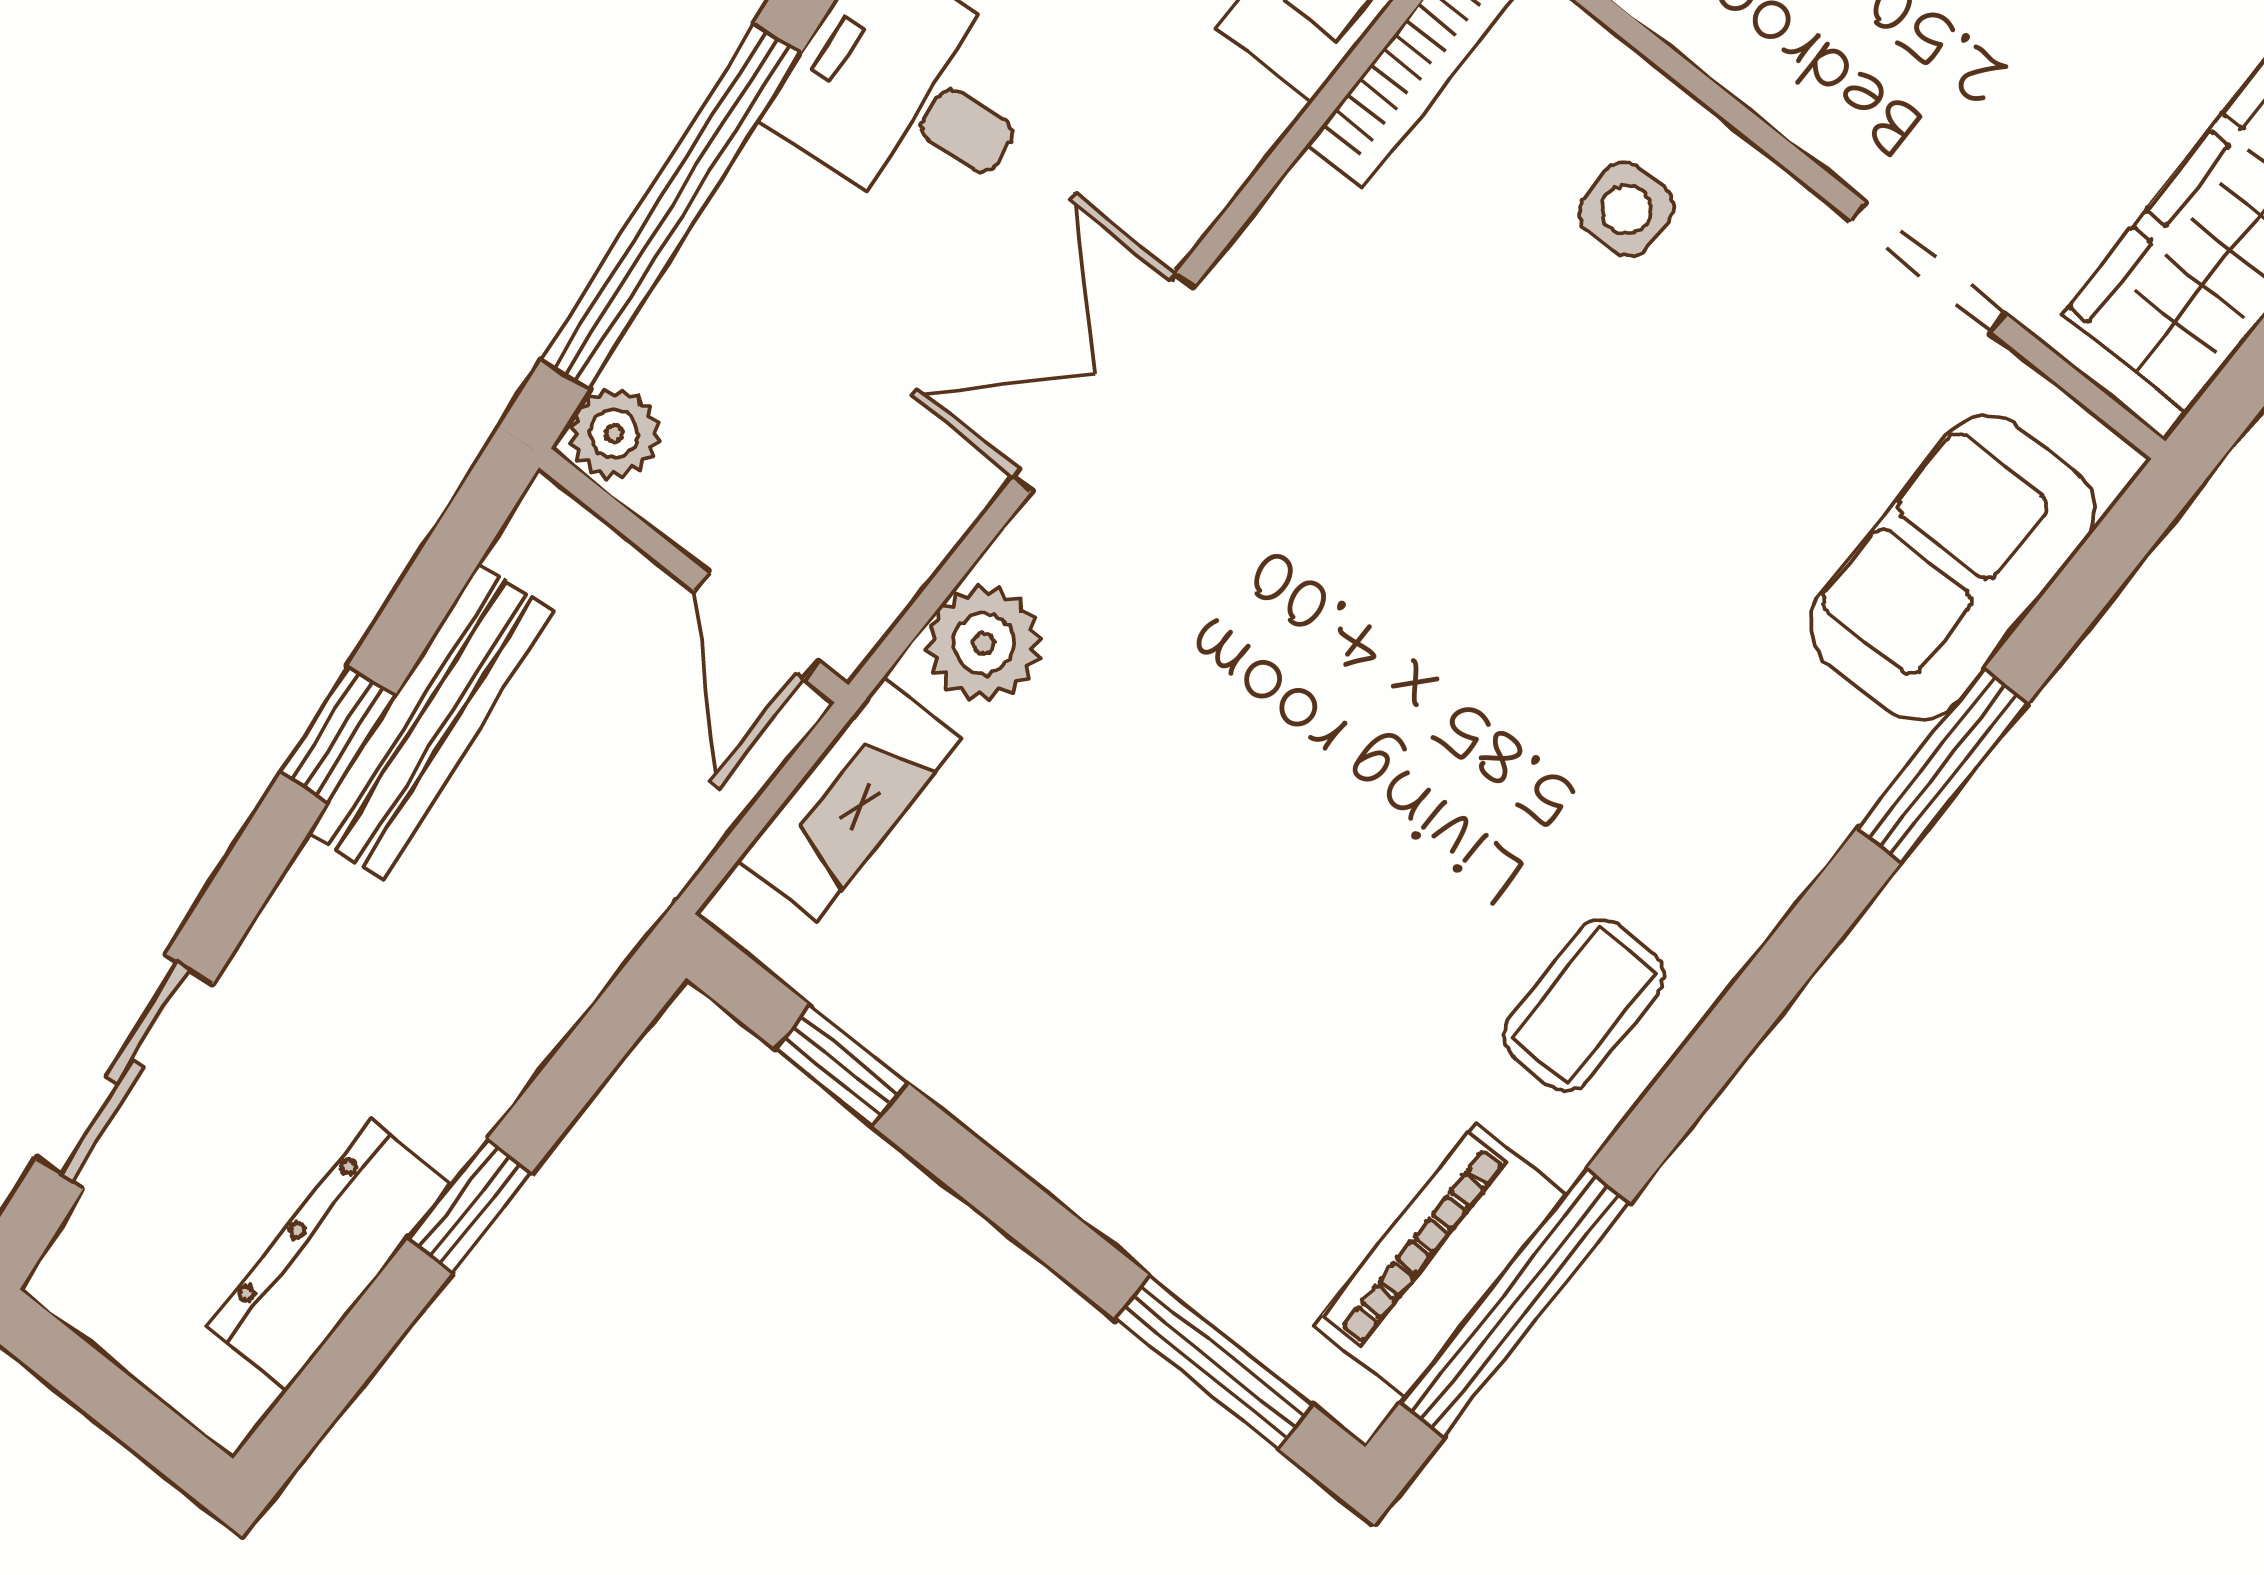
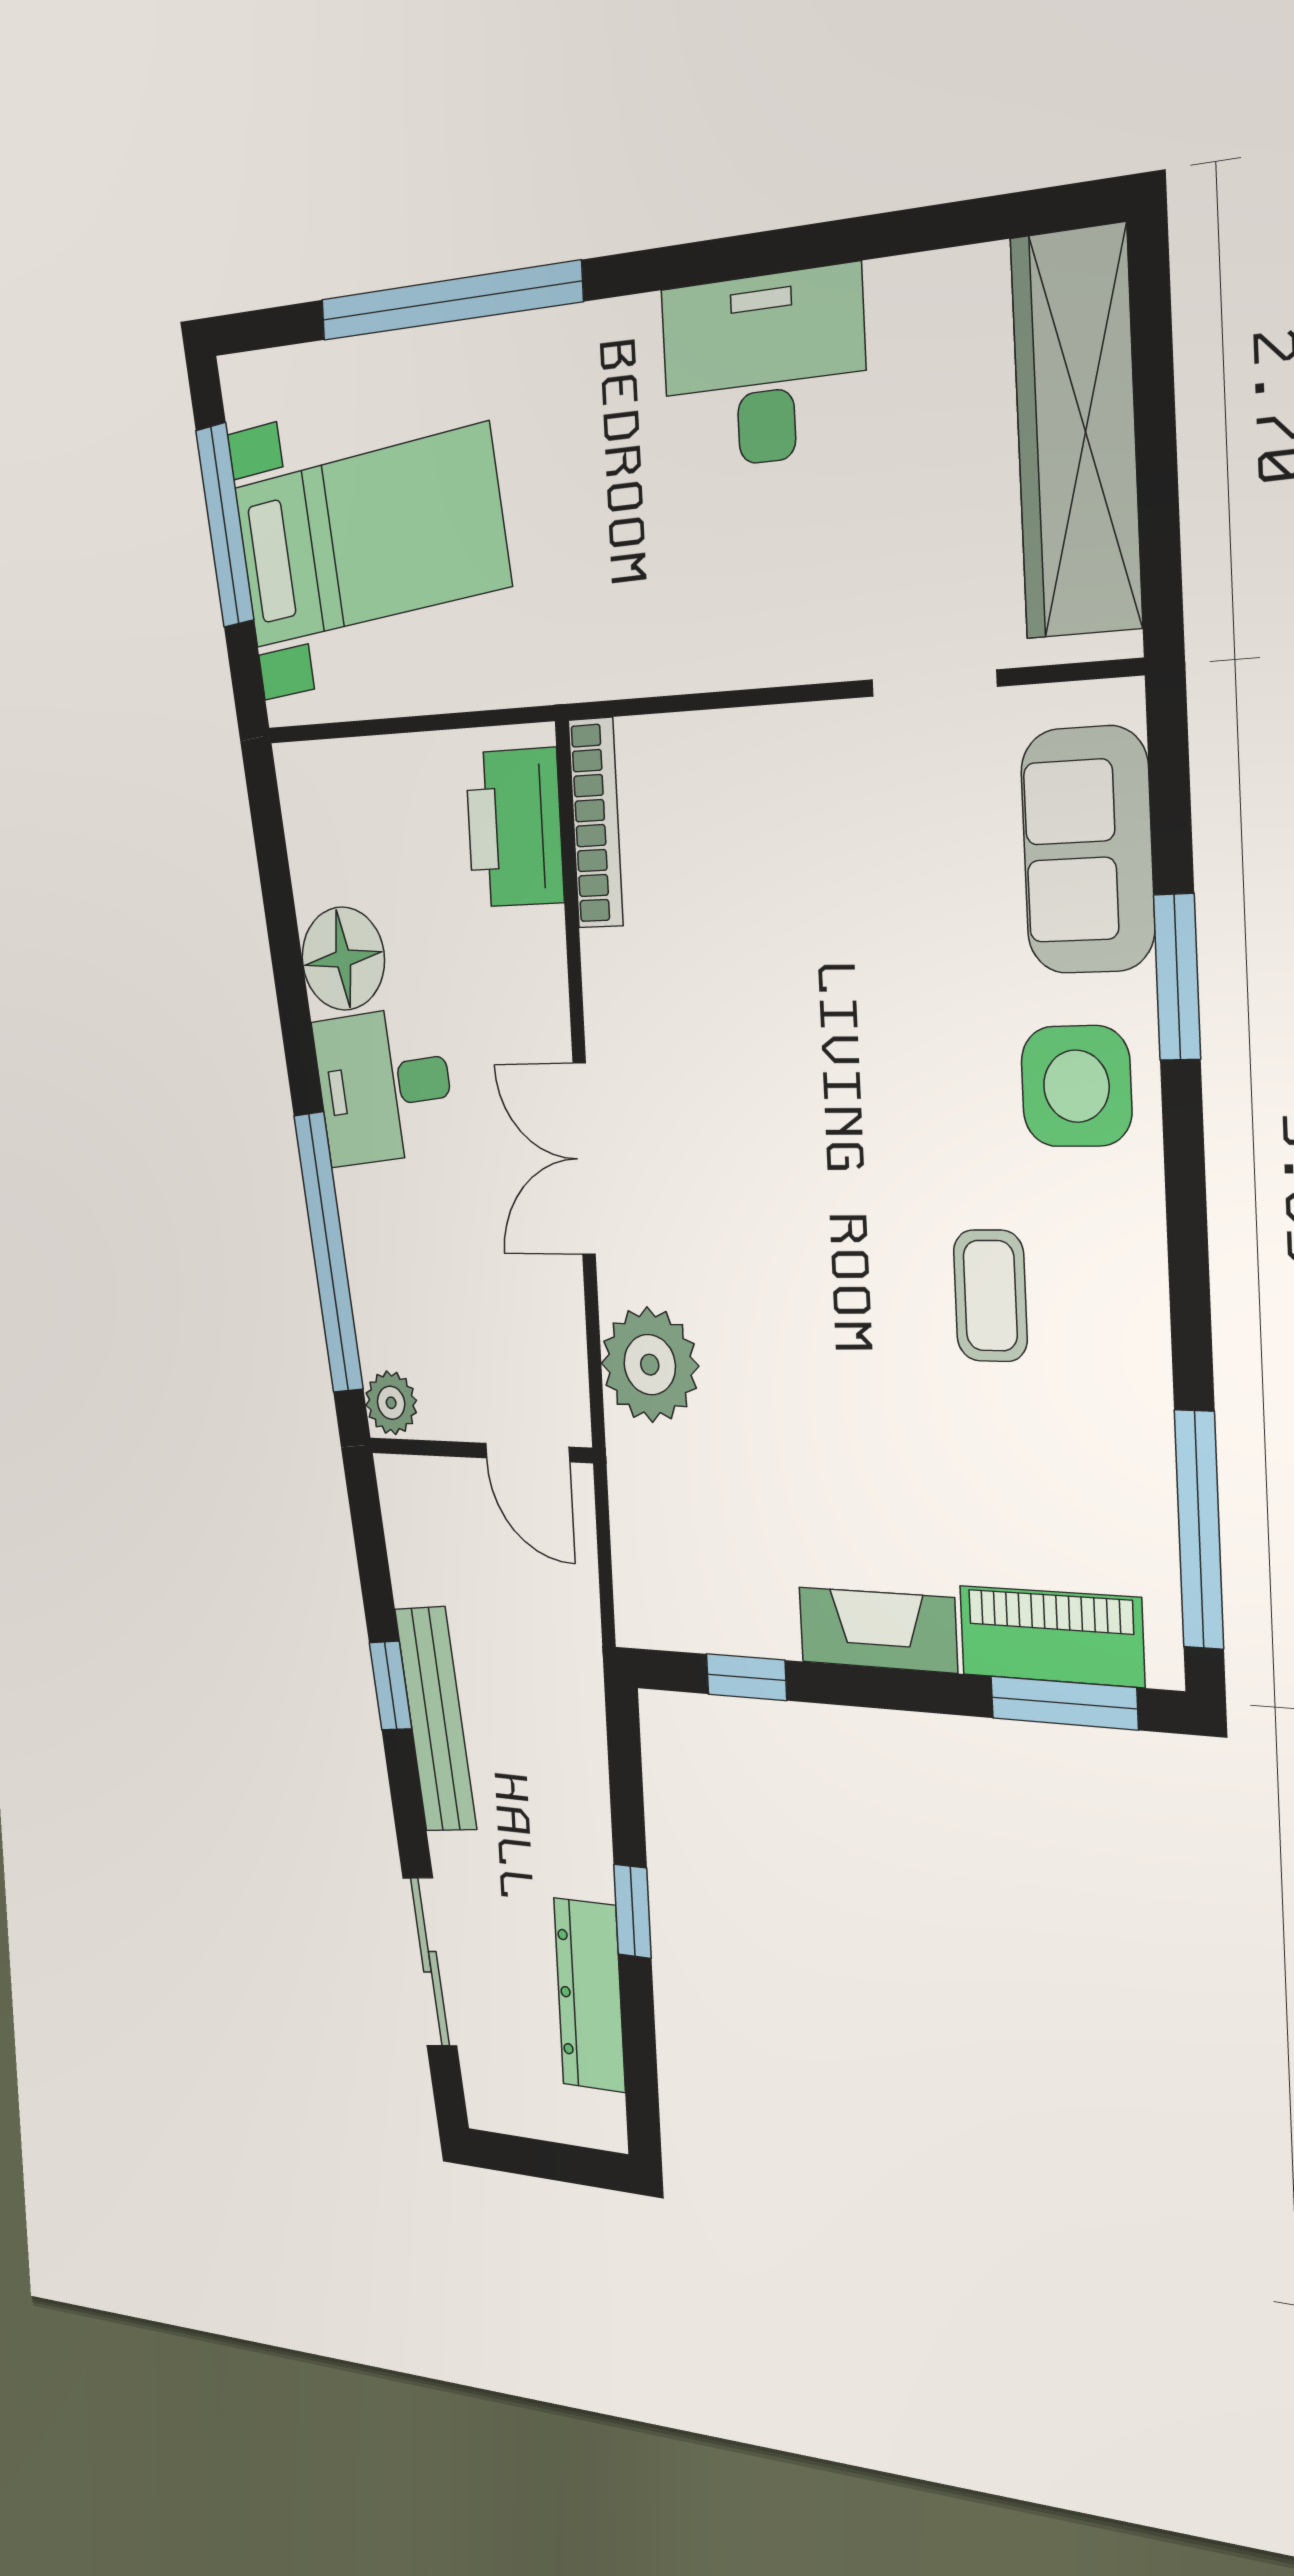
side table: (1626, 209) -> (1076, 1086), moved, width x1.87, depth x1.87
plant: (984, 644) -> (650, 1365), width x1.36, depth x1.36
bench: (431, 722) -> (436, 1719), moved
fireplace: (850, 799) -> (878, 1630), moved, turned -90
coffee table: (1584, 1005) -> (990, 1296), moved
piano: (1440, 1260) -> (1051, 1636), moved, turned 90

